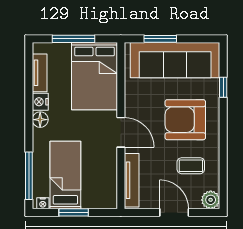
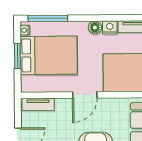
bed: (65, 175) -> (49, 55), width x1.50
tv unit: (132, 180) -> (38, 104), width x0.71

